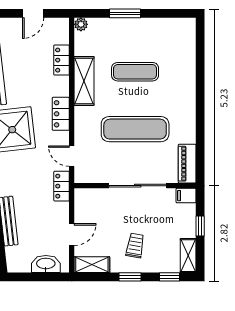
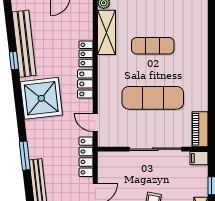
locker: (62, 60) -> (86, 54), moved
shelving: (84, 81) -> (106, 32), moved
locker: (62, 186) -> (86, 157), width x1.53

